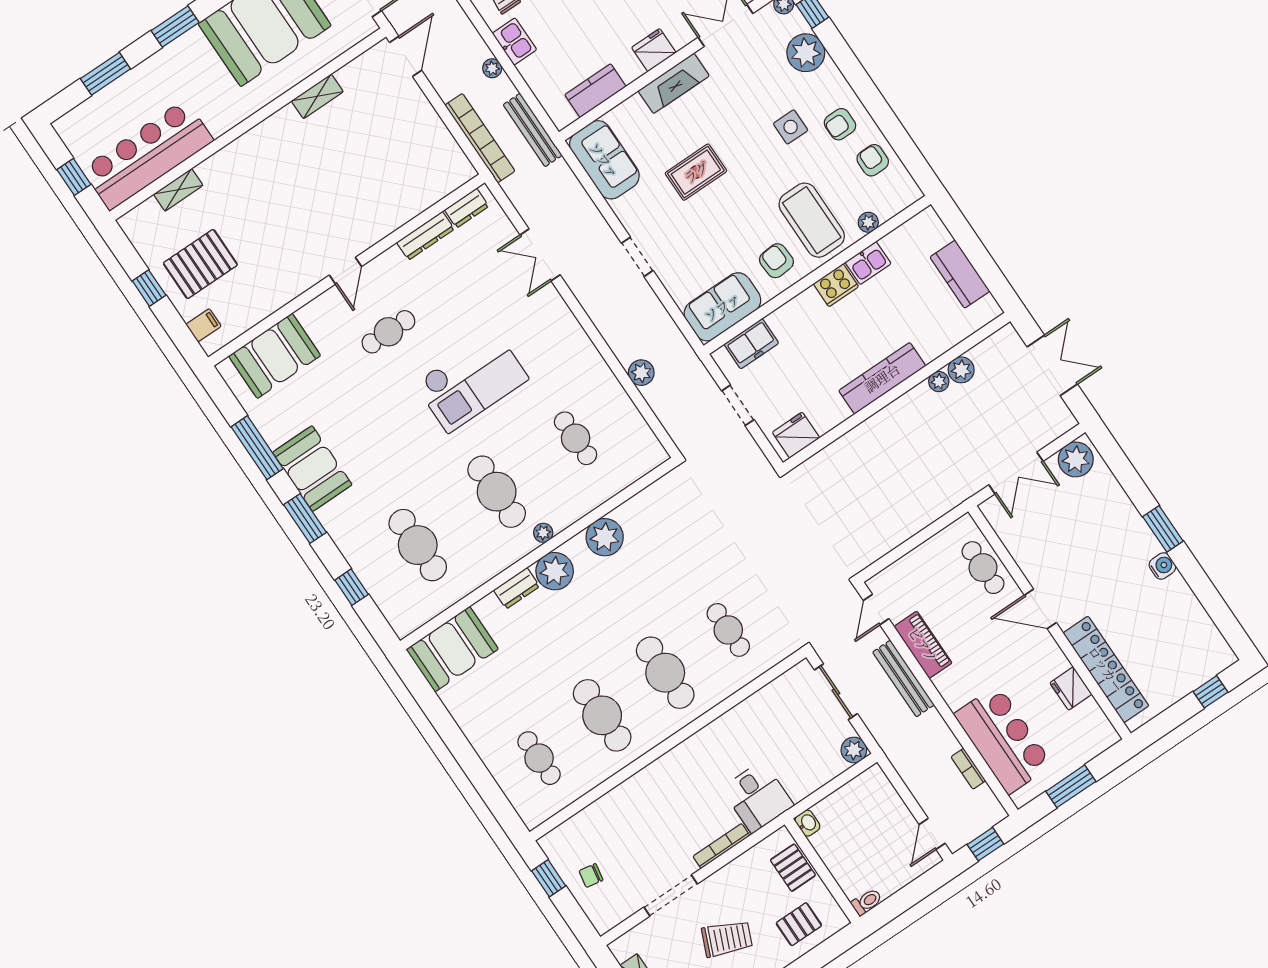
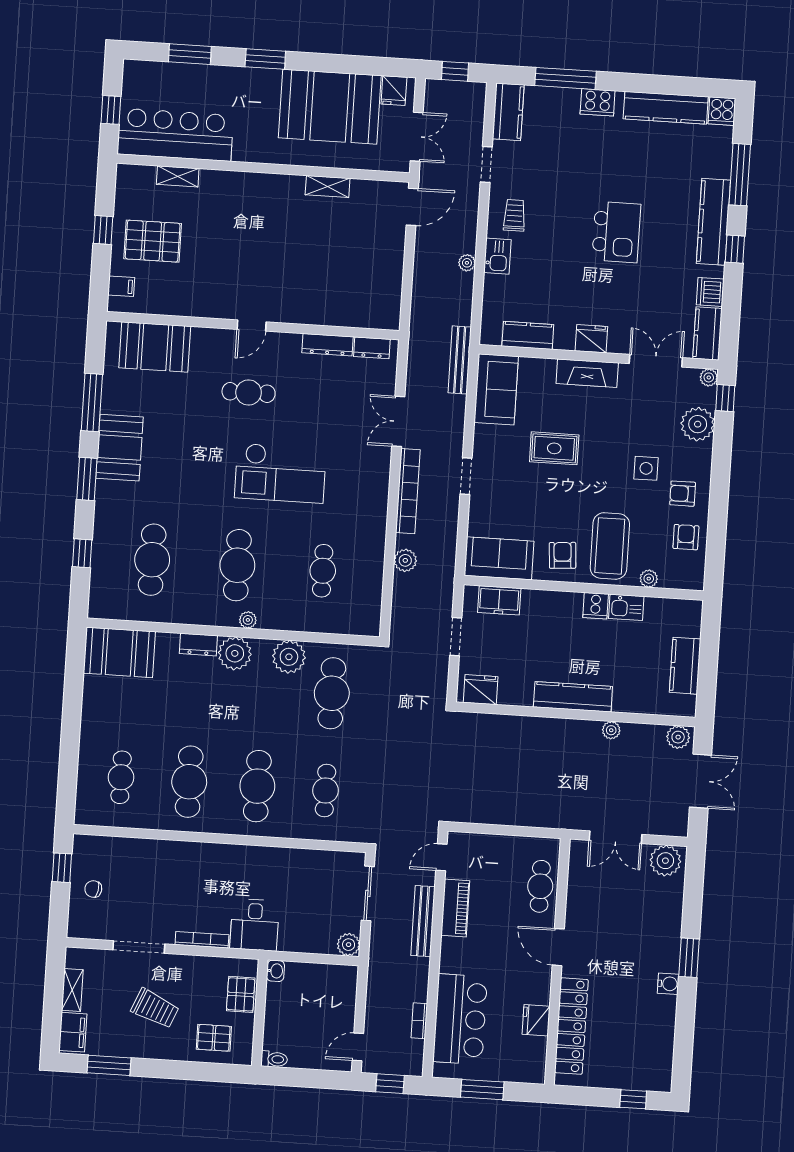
bench: (533, 130) -> (460, 360), moved
bookcase: (480, 138) -> (408, 491), moved
cooker: (836, 285) -> (596, 606), width x0.73
plant: (961, 370) -> (678, 737), moved
cafe table: (667, 540) -> (332, 693), added

